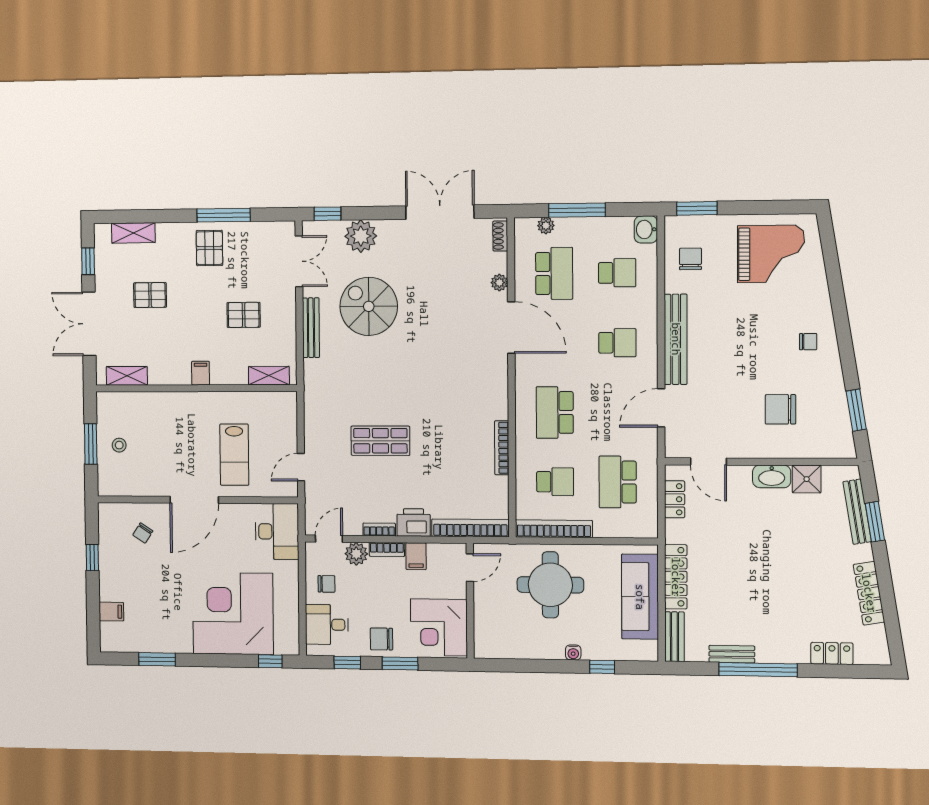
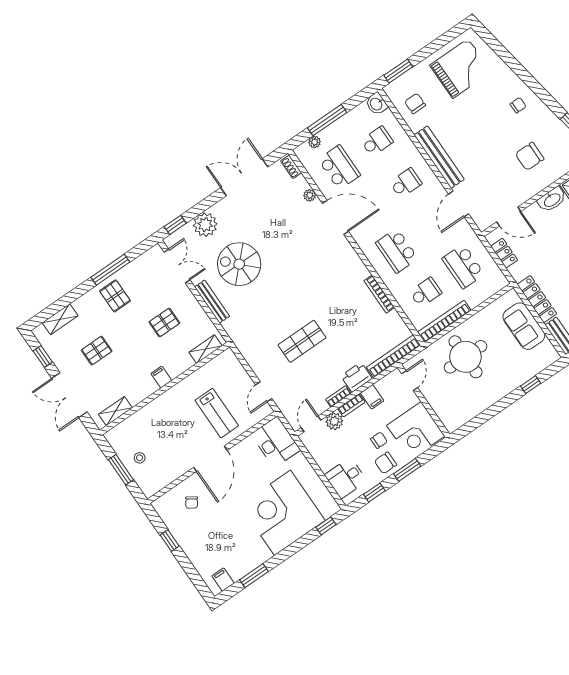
chair: (326, 584) -> (379, 440), moved
sofa: (640, 597) -> (524, 326), width x0.73
filing cabinet: (111, 612) -> (223, 580), moved, turned -90
water cooler: (573, 652) -> (507, 388), removed

